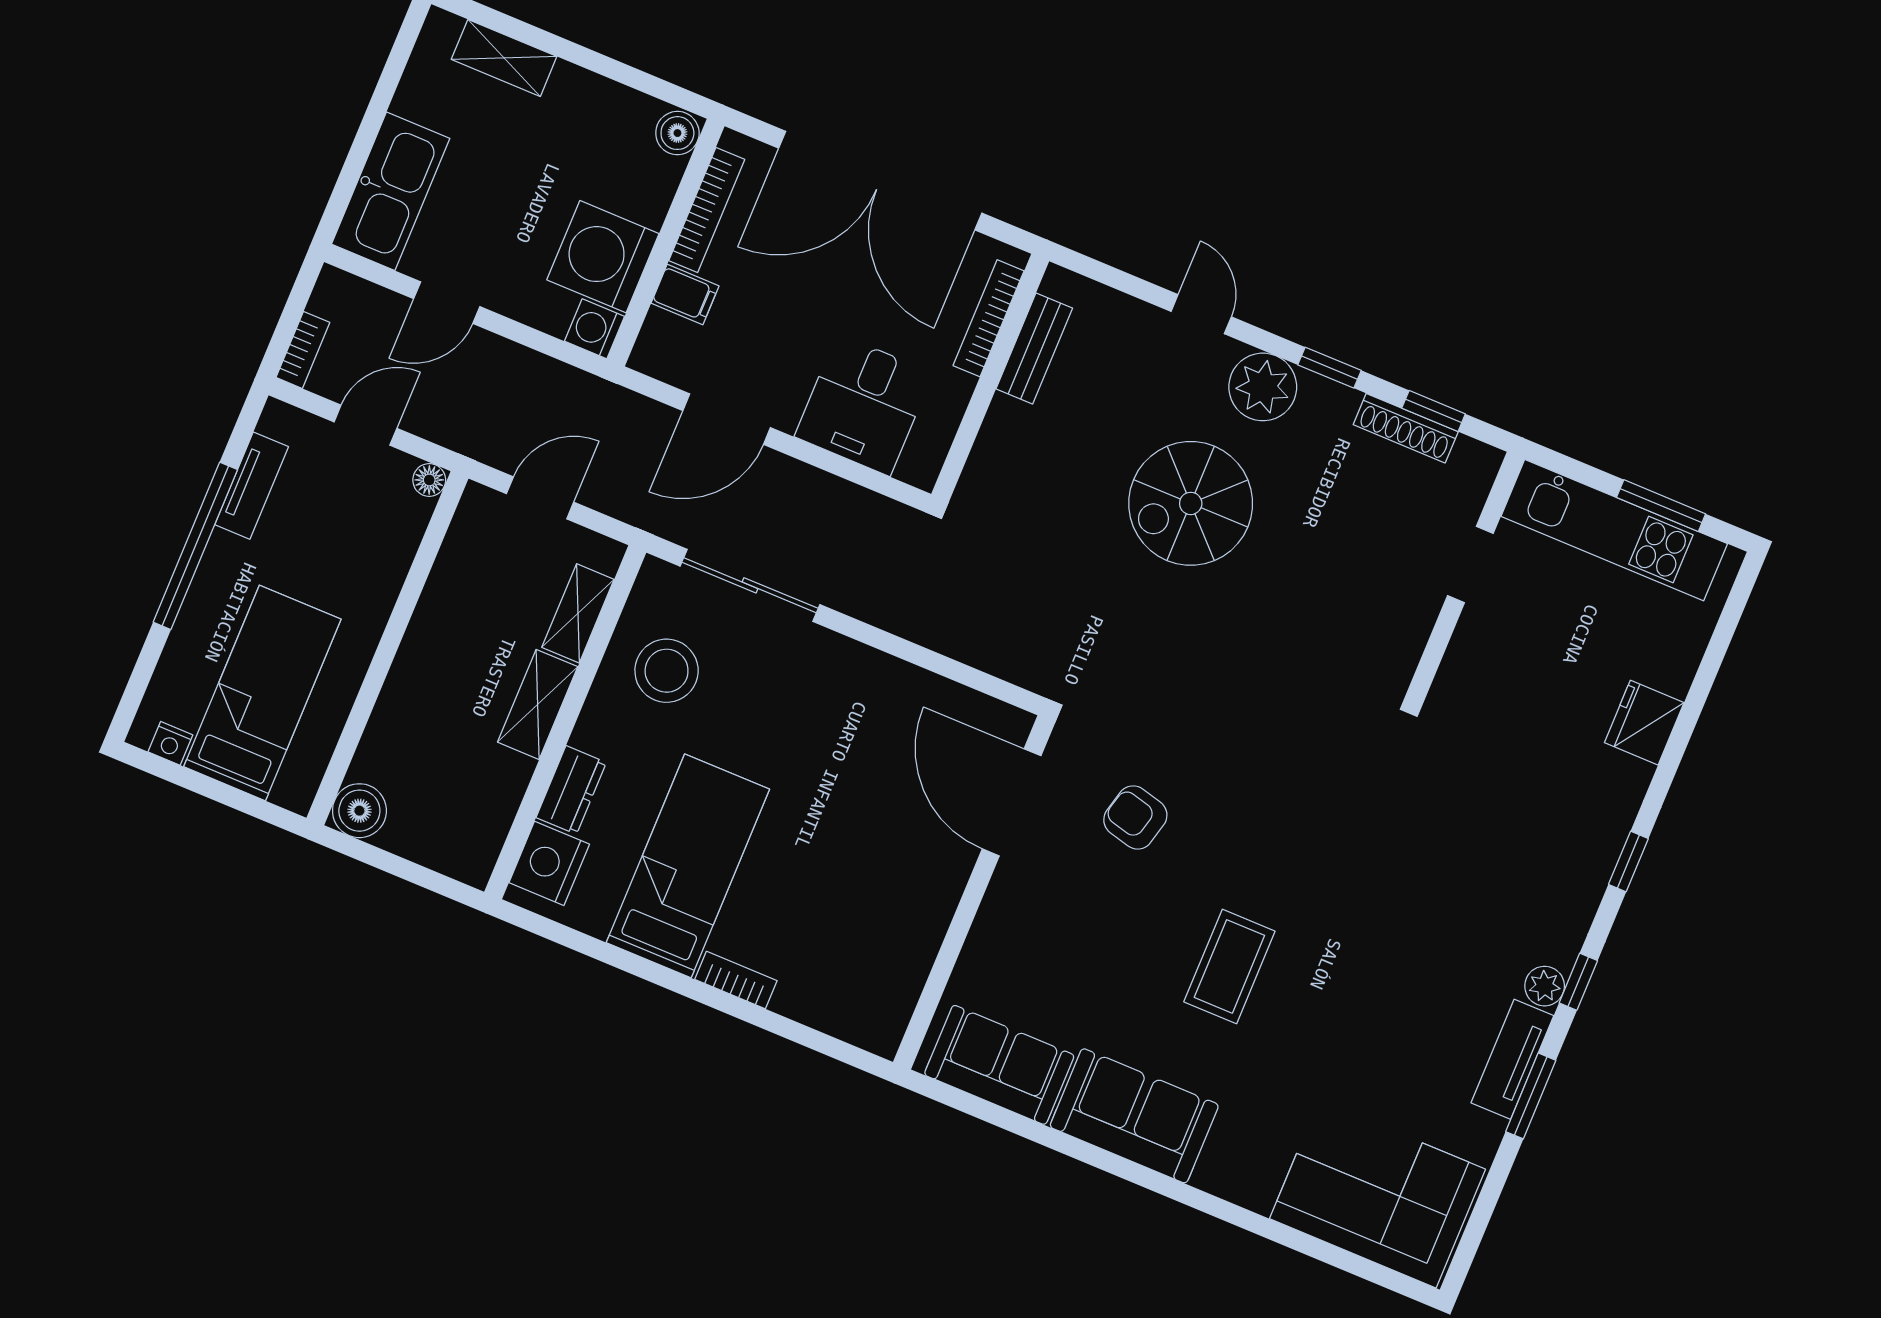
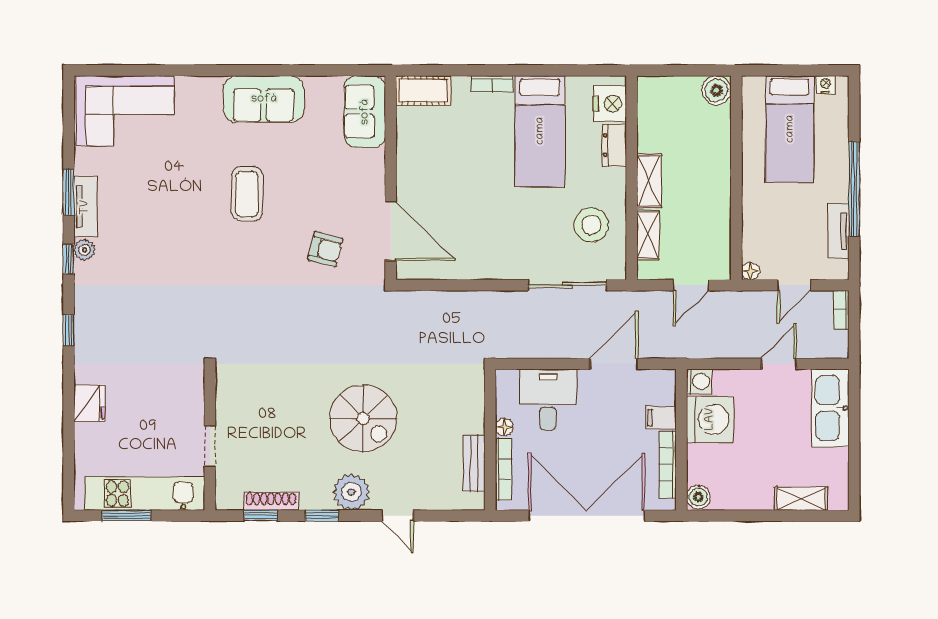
floor lamp: (957, 389) -> (504, 427), added
spiral stairs: (1191, 503) -> (363, 418), turned 90
cot: (857, 1017) -> (423, 91), added
sofa: (999, 1065) -> (365, 112), moved, turned 90

